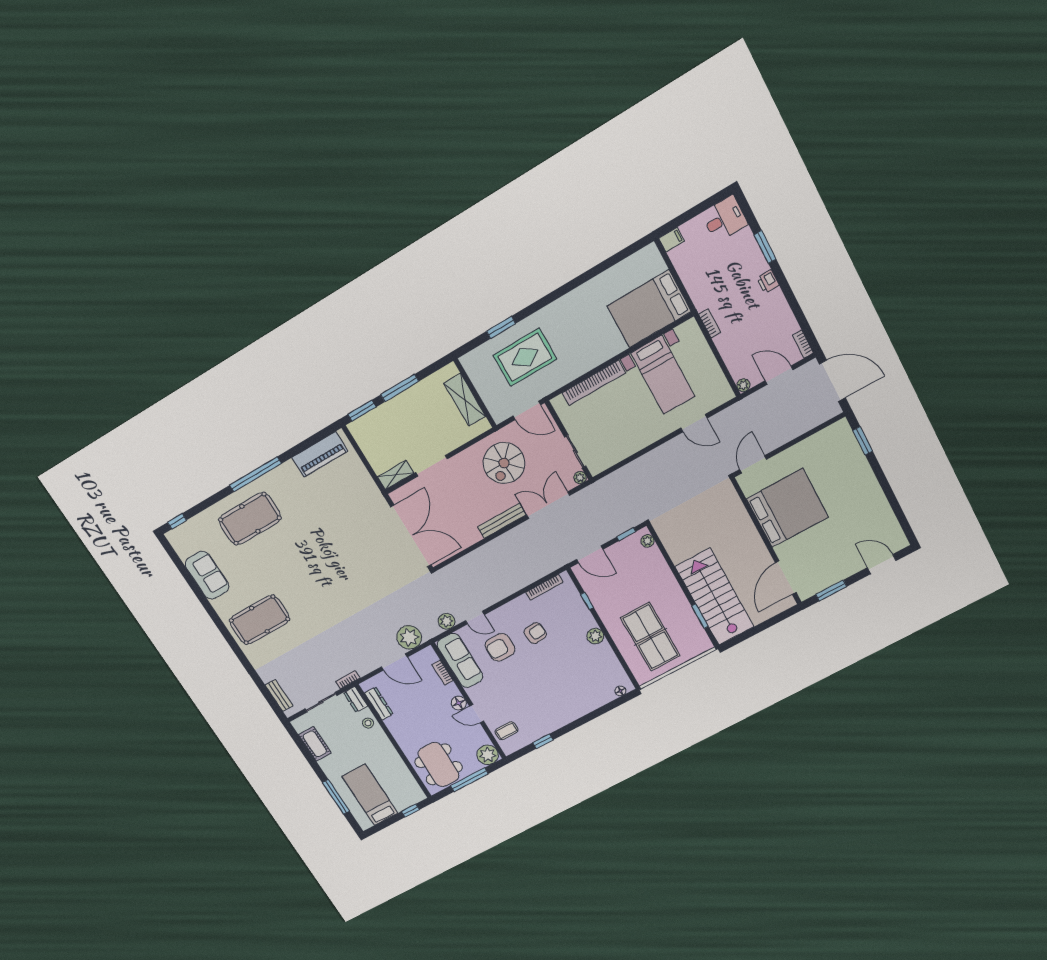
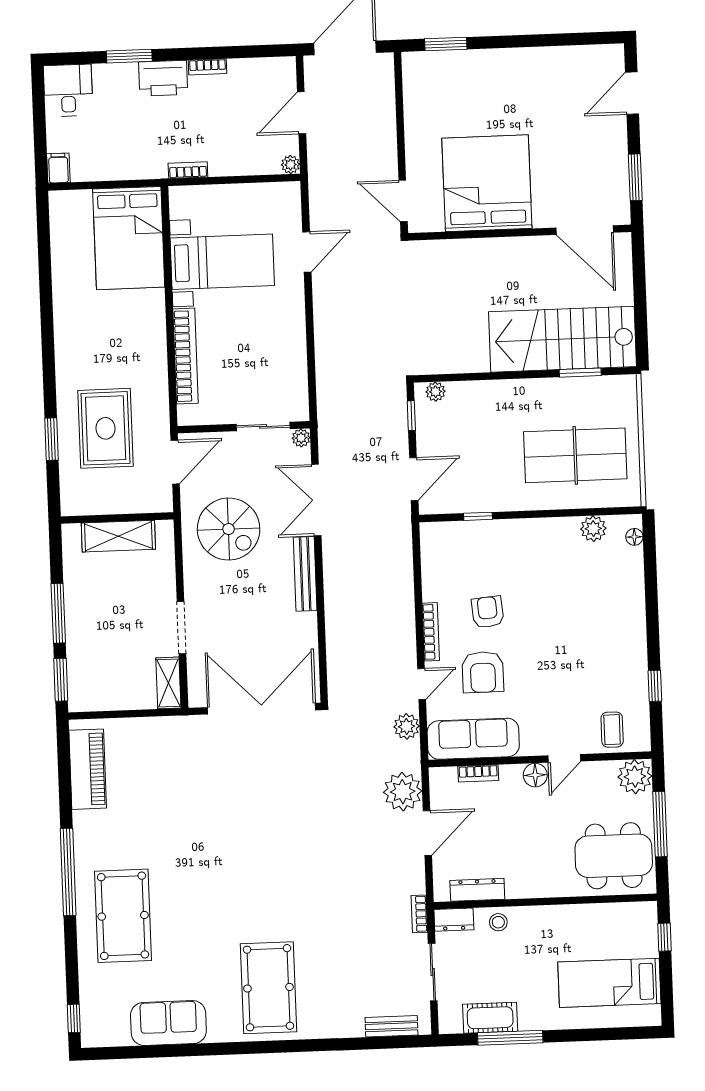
printer: (768, 282) -> (163, 78), width x1.87, depth x1.48
bookcase: (803, 344) -> (208, 67), moved
bookcase: (544, 587) -> (431, 632), moved
plant: (595, 636) -> (593, 529), moved
window: (336, 797) -> (510, 1038), moved

